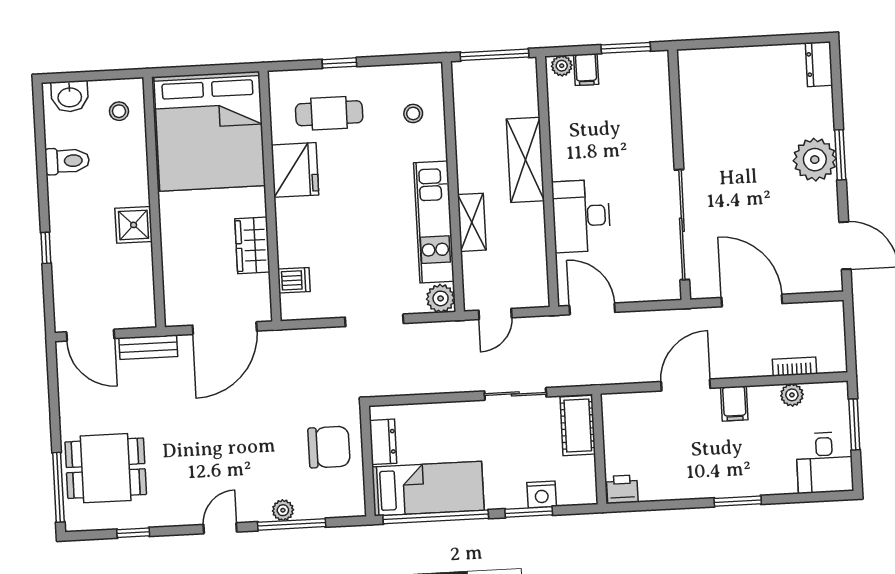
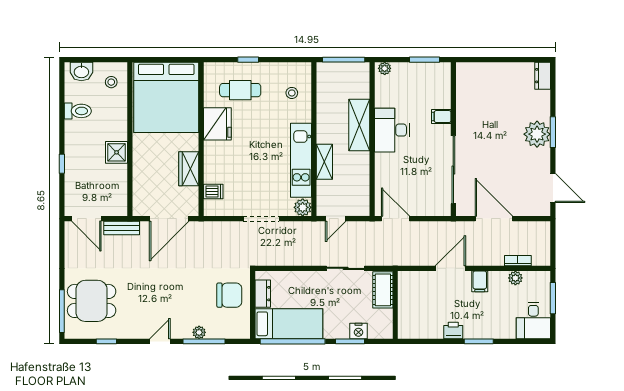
filing cabinet: (586, 70) -> (441, 117), moved, turned 90
desk: (581, 216) -> (392, 130), moved
printer: (622, 489) -> (453, 331), moved

